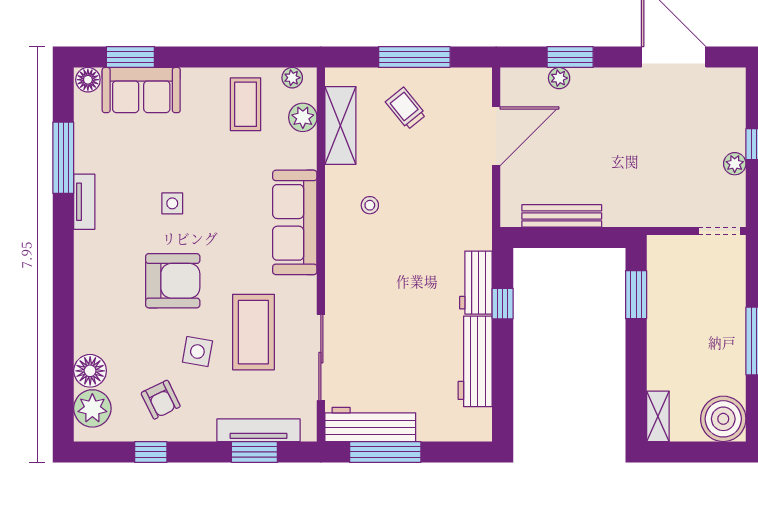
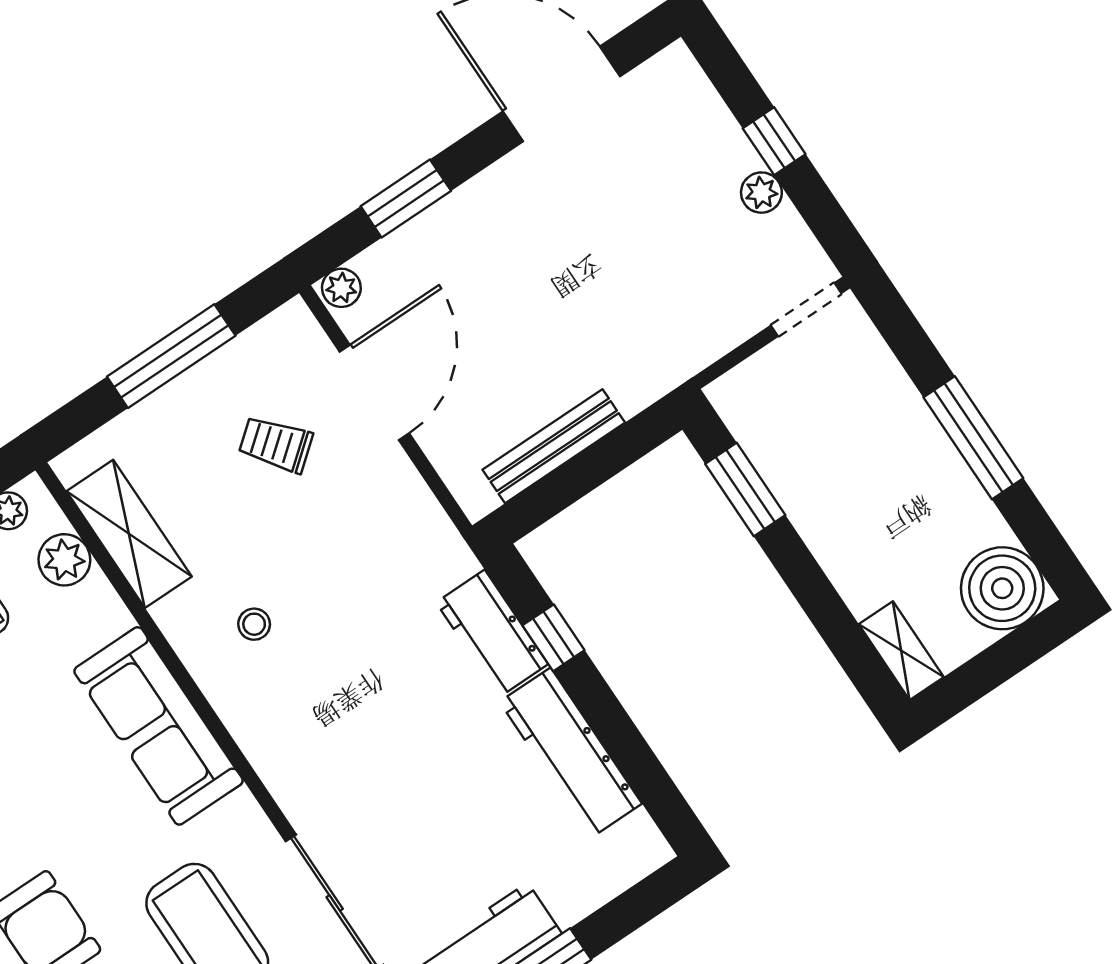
plant: (559, 78) -> (341, 288), moved
trolley: (406, 108) -> (276, 444), moved

